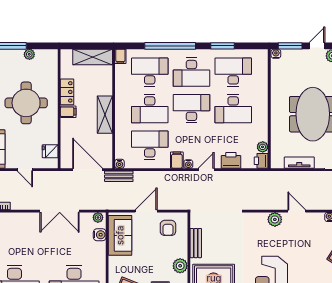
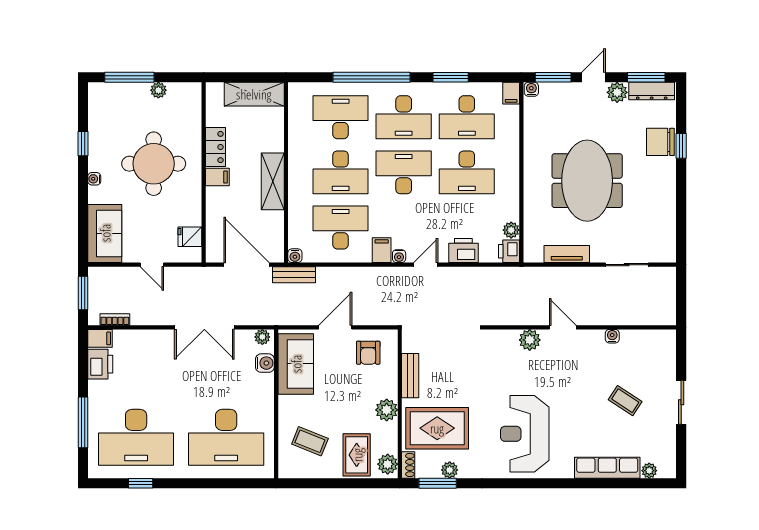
filing cabinet: (120, 56) -> (511, 93), moved
desk: (233, 72) -> (467, 117), turned 180

